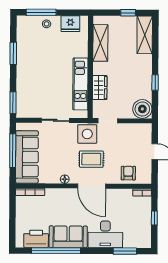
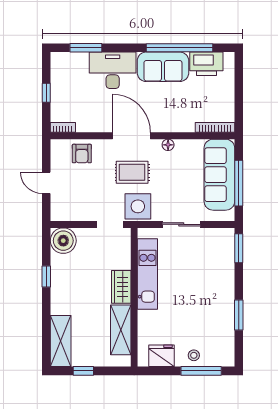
wardrobe: (100, 88) -> (121, 287), moved

